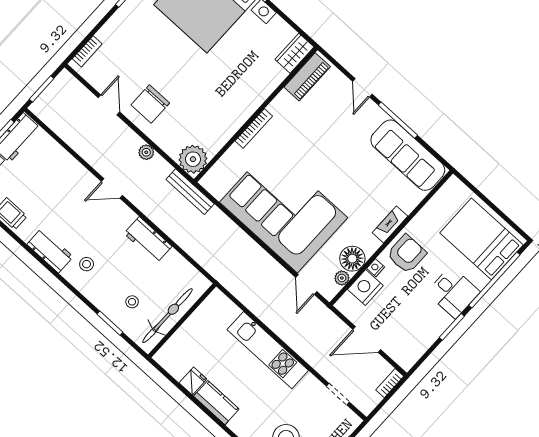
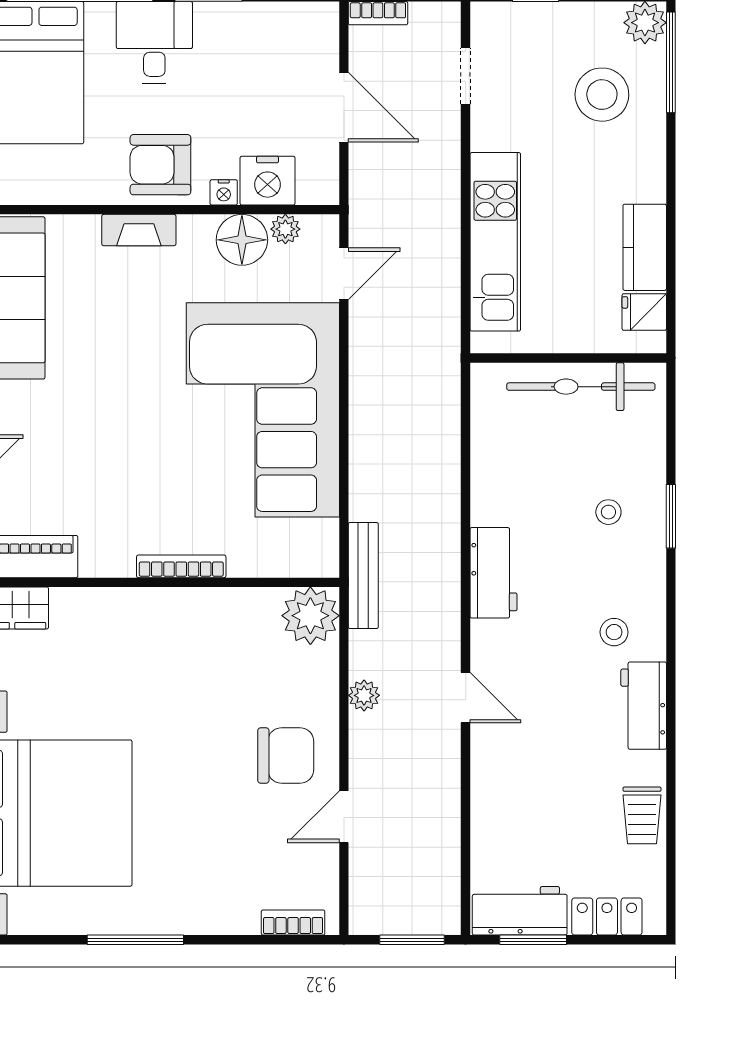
bicycle: (167, 316) -> (581, 387), moved
wall: (182, 321) -> (568, 358), moved

